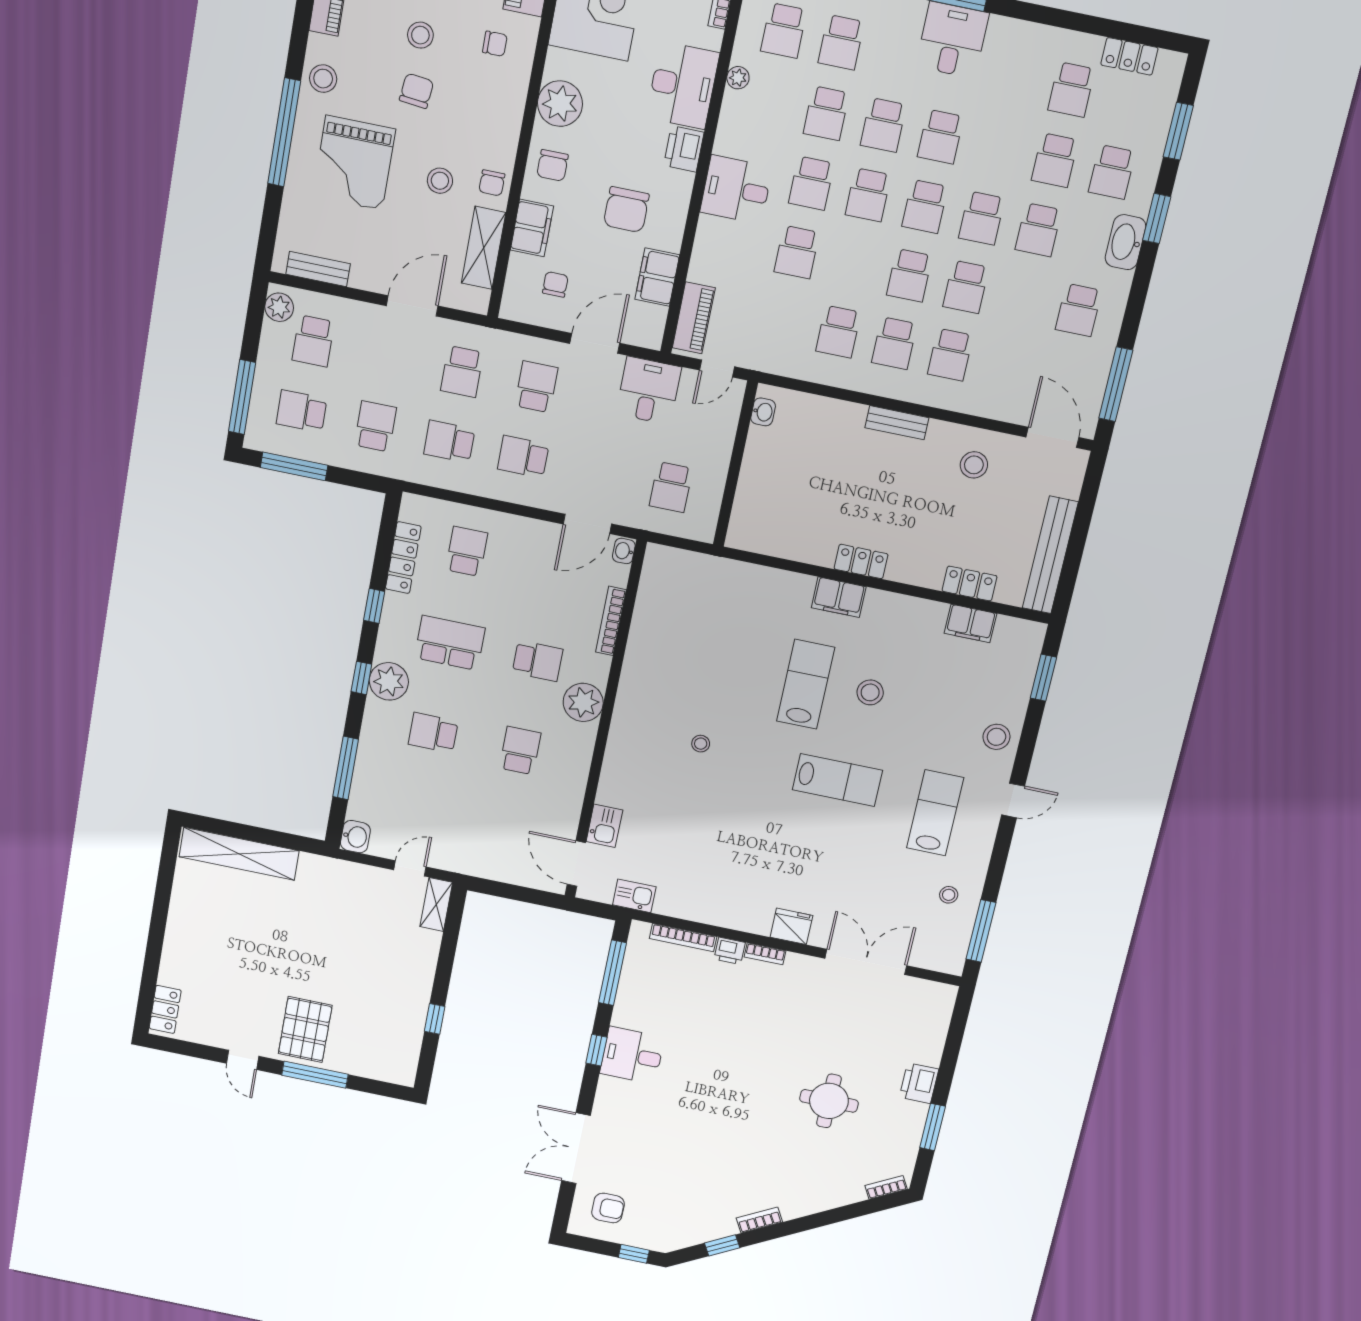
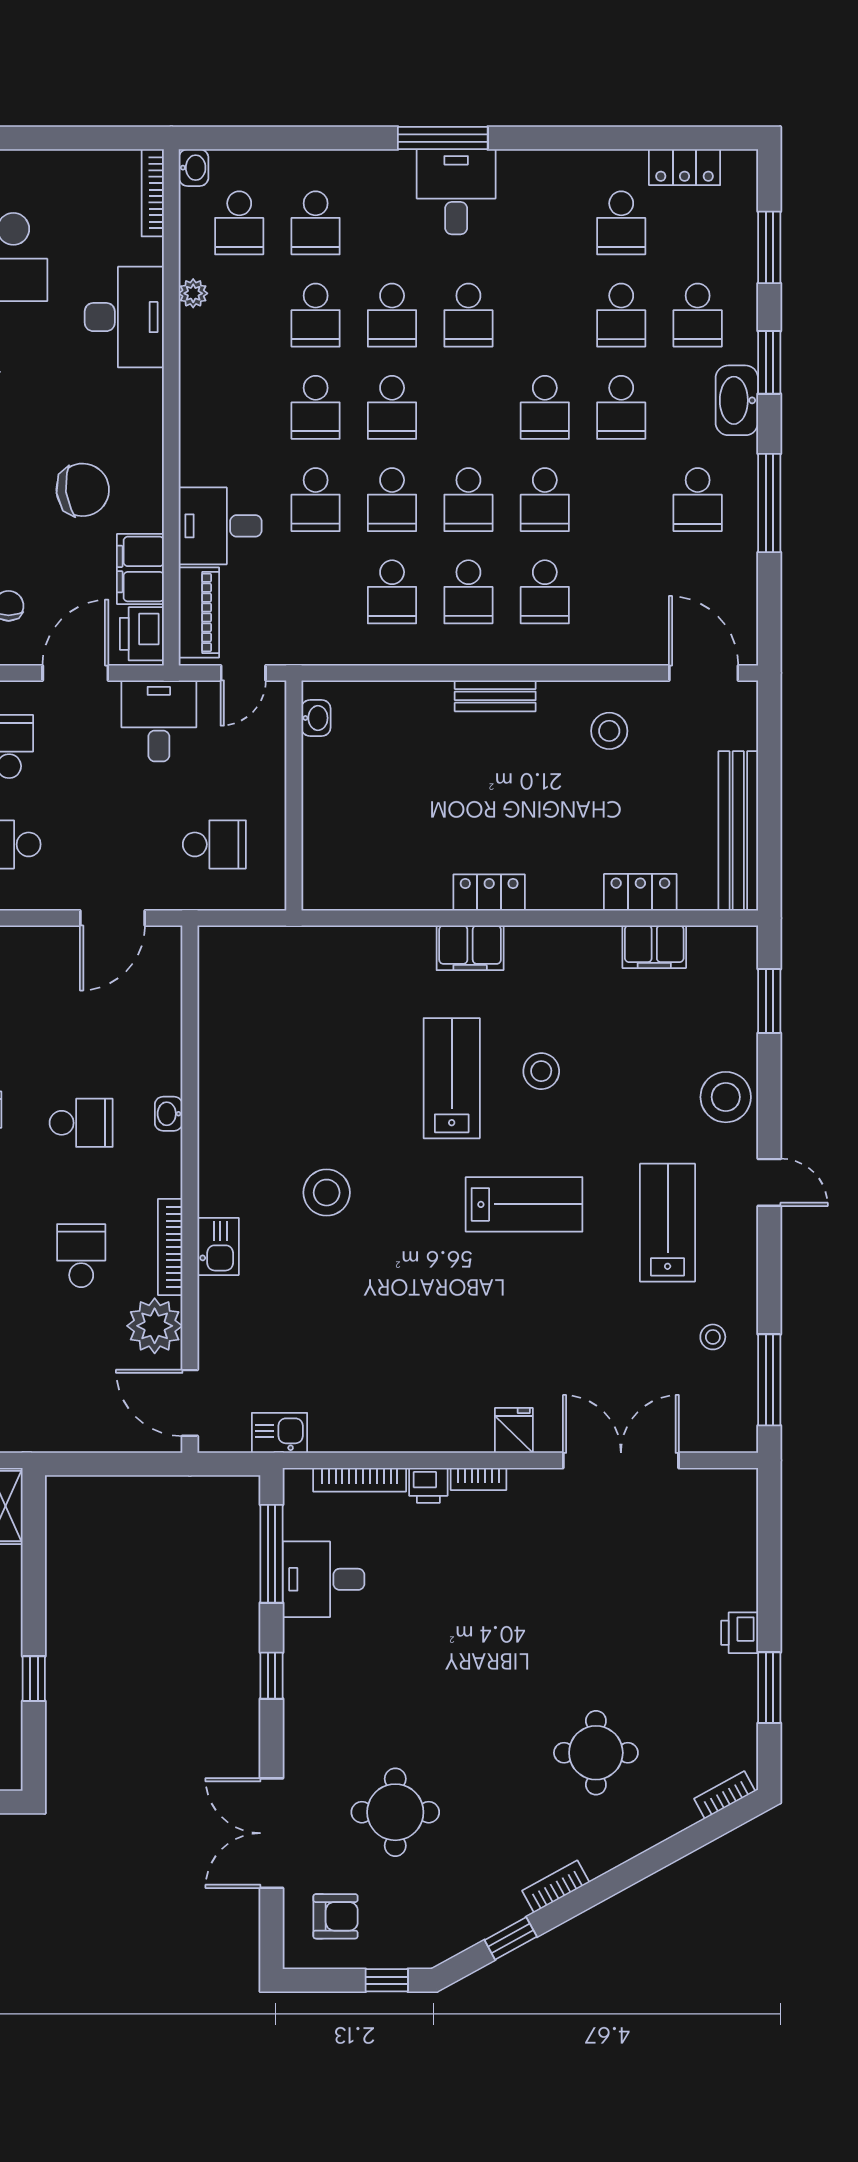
printer: (684, 149) -> (142, 634), moved
desk: (736, 190) -> (220, 526), moved
school desk: (925, 206) -> (392, 500), moved
chair: (626, 210) -> (83, 490), turned -97
window: (1116, 384) -> (769, 503), moved
school desk: (671, 487) -> (214, 844), turned -90
washbasin: (624, 551) -> (169, 1114), moved
bookcase: (611, 621) -> (170, 1247), moved
plant: (583, 702) -> (155, 1326), moved
stool: (996, 737) -> (726, 1097), width x1.38, depth x1.38
stool: (701, 744) -> (327, 1193), width x1.89, depth x1.89
door: (1013, 801) -> (769, 1182), hinge flipped
kitchen sink: (604, 826) -> (218, 1246), moved
fridge: (791, 926) -> (514, 1430), width x0.72
desk: (632, 1055) -> (324, 1579), moved
printer: (919, 1083) -> (740, 1633), width x0.73, depth x0.81
round table: (829, 1101) -> (596, 1753), moved
round table: (662, 1152) -> (395, 1812), added

